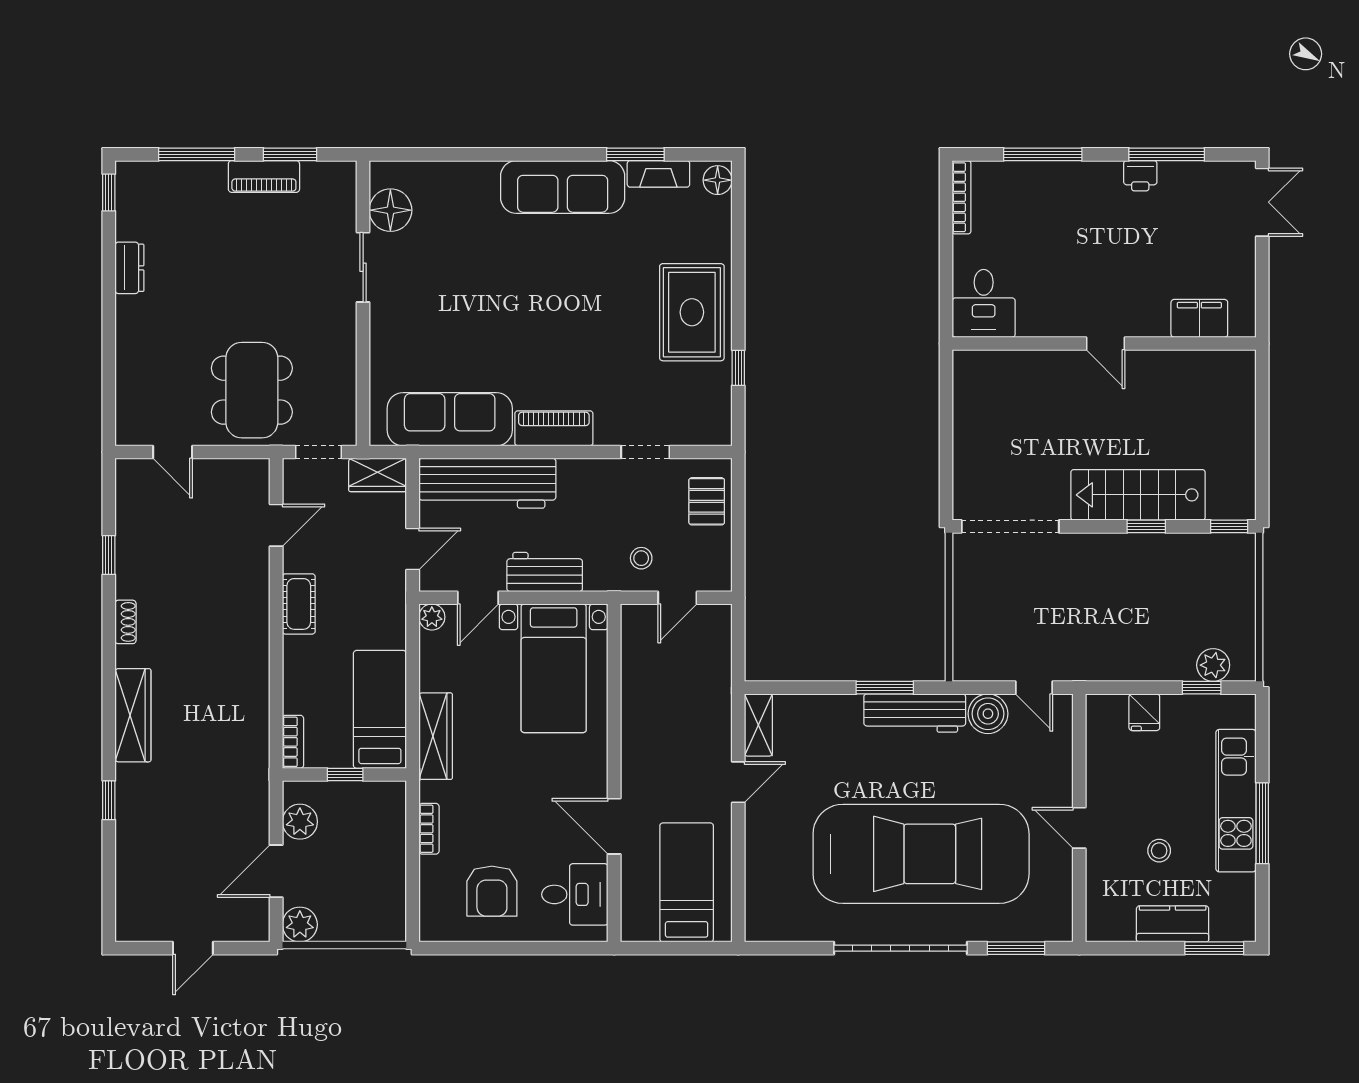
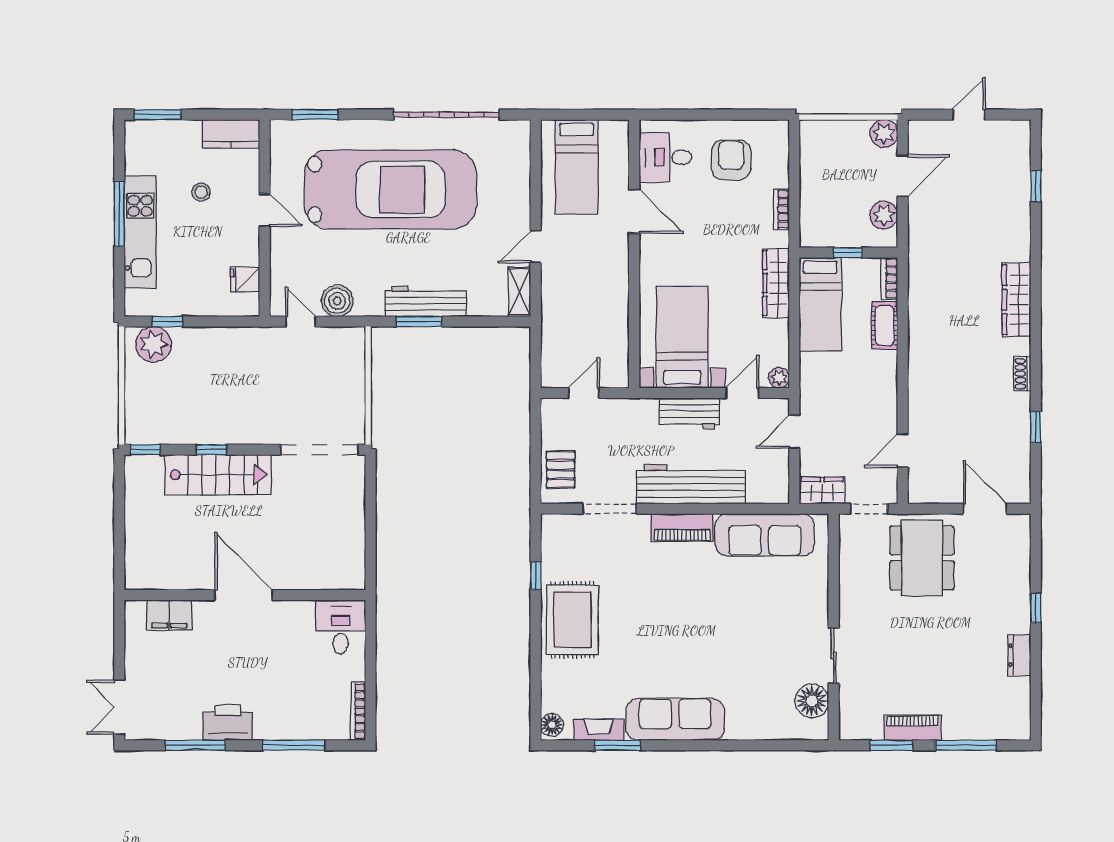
printer: (1140, 176) -> (228, 723), width x1.87, depth x1.48
window: (109, 192) -> (1036, 608), moved
door: (1106, 343) -> (244, 595), width x1.88
door: (173, 452) -> (985, 509), width x1.38
doorway: (645, 452) -> (609, 509), width x1.38
workbench: (487, 483) -> (691, 484), moved
stool: (641, 558) -> (613, 424), removed
cot: (299, 604) -> (885, 326), moved
plant: (1213, 665) -> (154, 344), width x1.36, depth x1.36
fridge: (1144, 712) -> (245, 280), moved, turned -90
workbench: (915, 713) -> (426, 301), moved
window: (109, 800) -> (1036, 186), moved
car: (921, 854) -> (390, 190), turned 180
kitchen counter: (1173, 924) -> (231, 134), moved
garage door: (900, 948) -> (446, 115), moved

